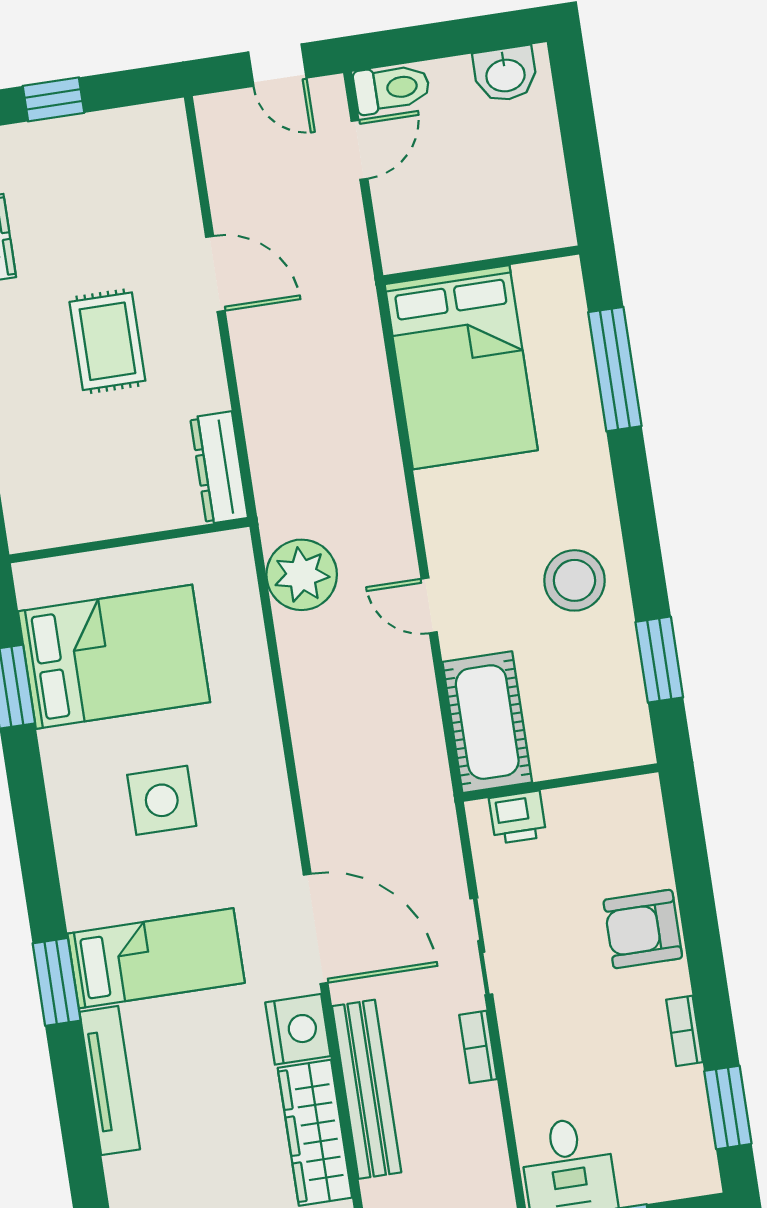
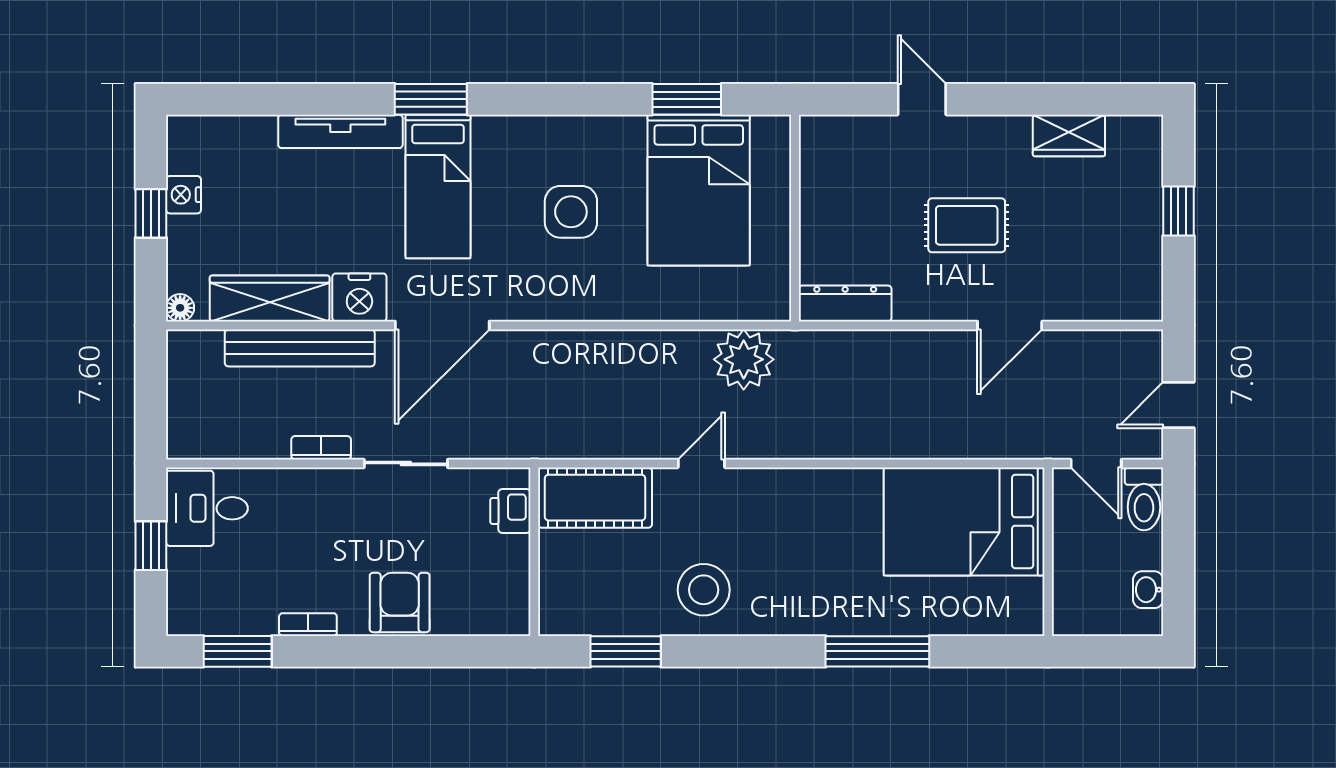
washbasin: (505, 74) -> (1148, 590), width x0.72, depth x0.69
wall: (481, 265) -> (1048, 552), moved
bed: (461, 367) -> (964, 521), moved

